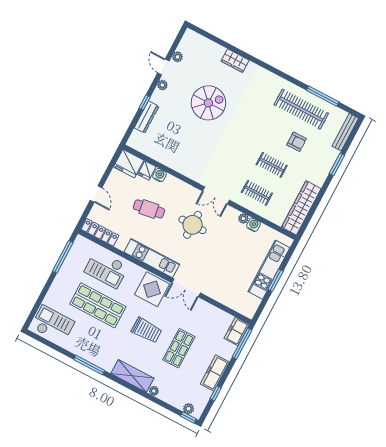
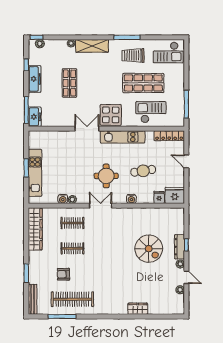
spiral stairs: (208, 103) -> (149, 249), moved, turned -90
dresser: (147, 117) -> (179, 247), moved
water cooler: (160, 175) -> (131, 199), moved
trolley: (147, 330) -> (133, 55), moved

